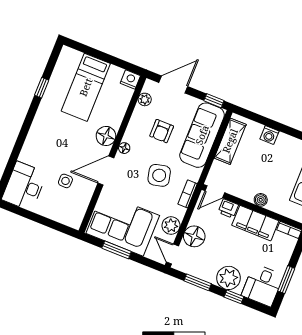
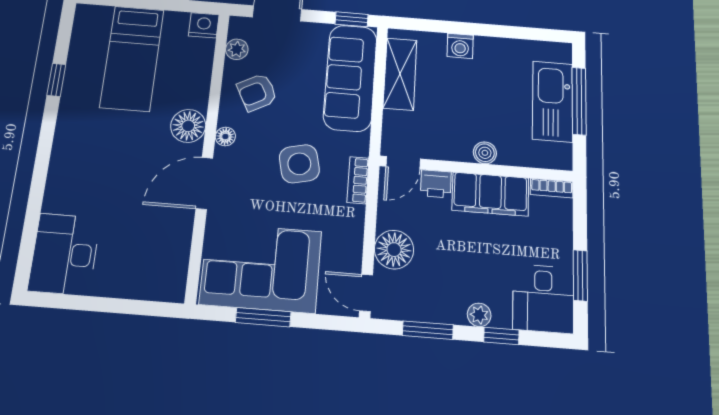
armchair: (162, 131) -> (257, 92), moved, turned 62
side table: (65, 181) -> (137, 222), removed
plant: (171, 226) -> (347, 243), removed
plant: (228, 278) -> (479, 315), width x0.53, depth x0.53

